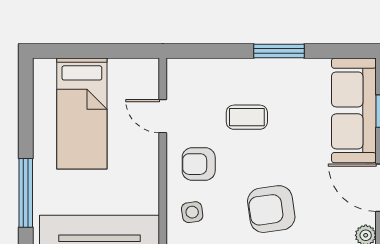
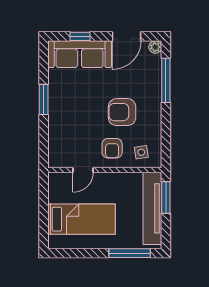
coffee table: (247, 117) -> (84, 119), removed
armchair: (271, 209) -> (122, 112), moved, turned 98

